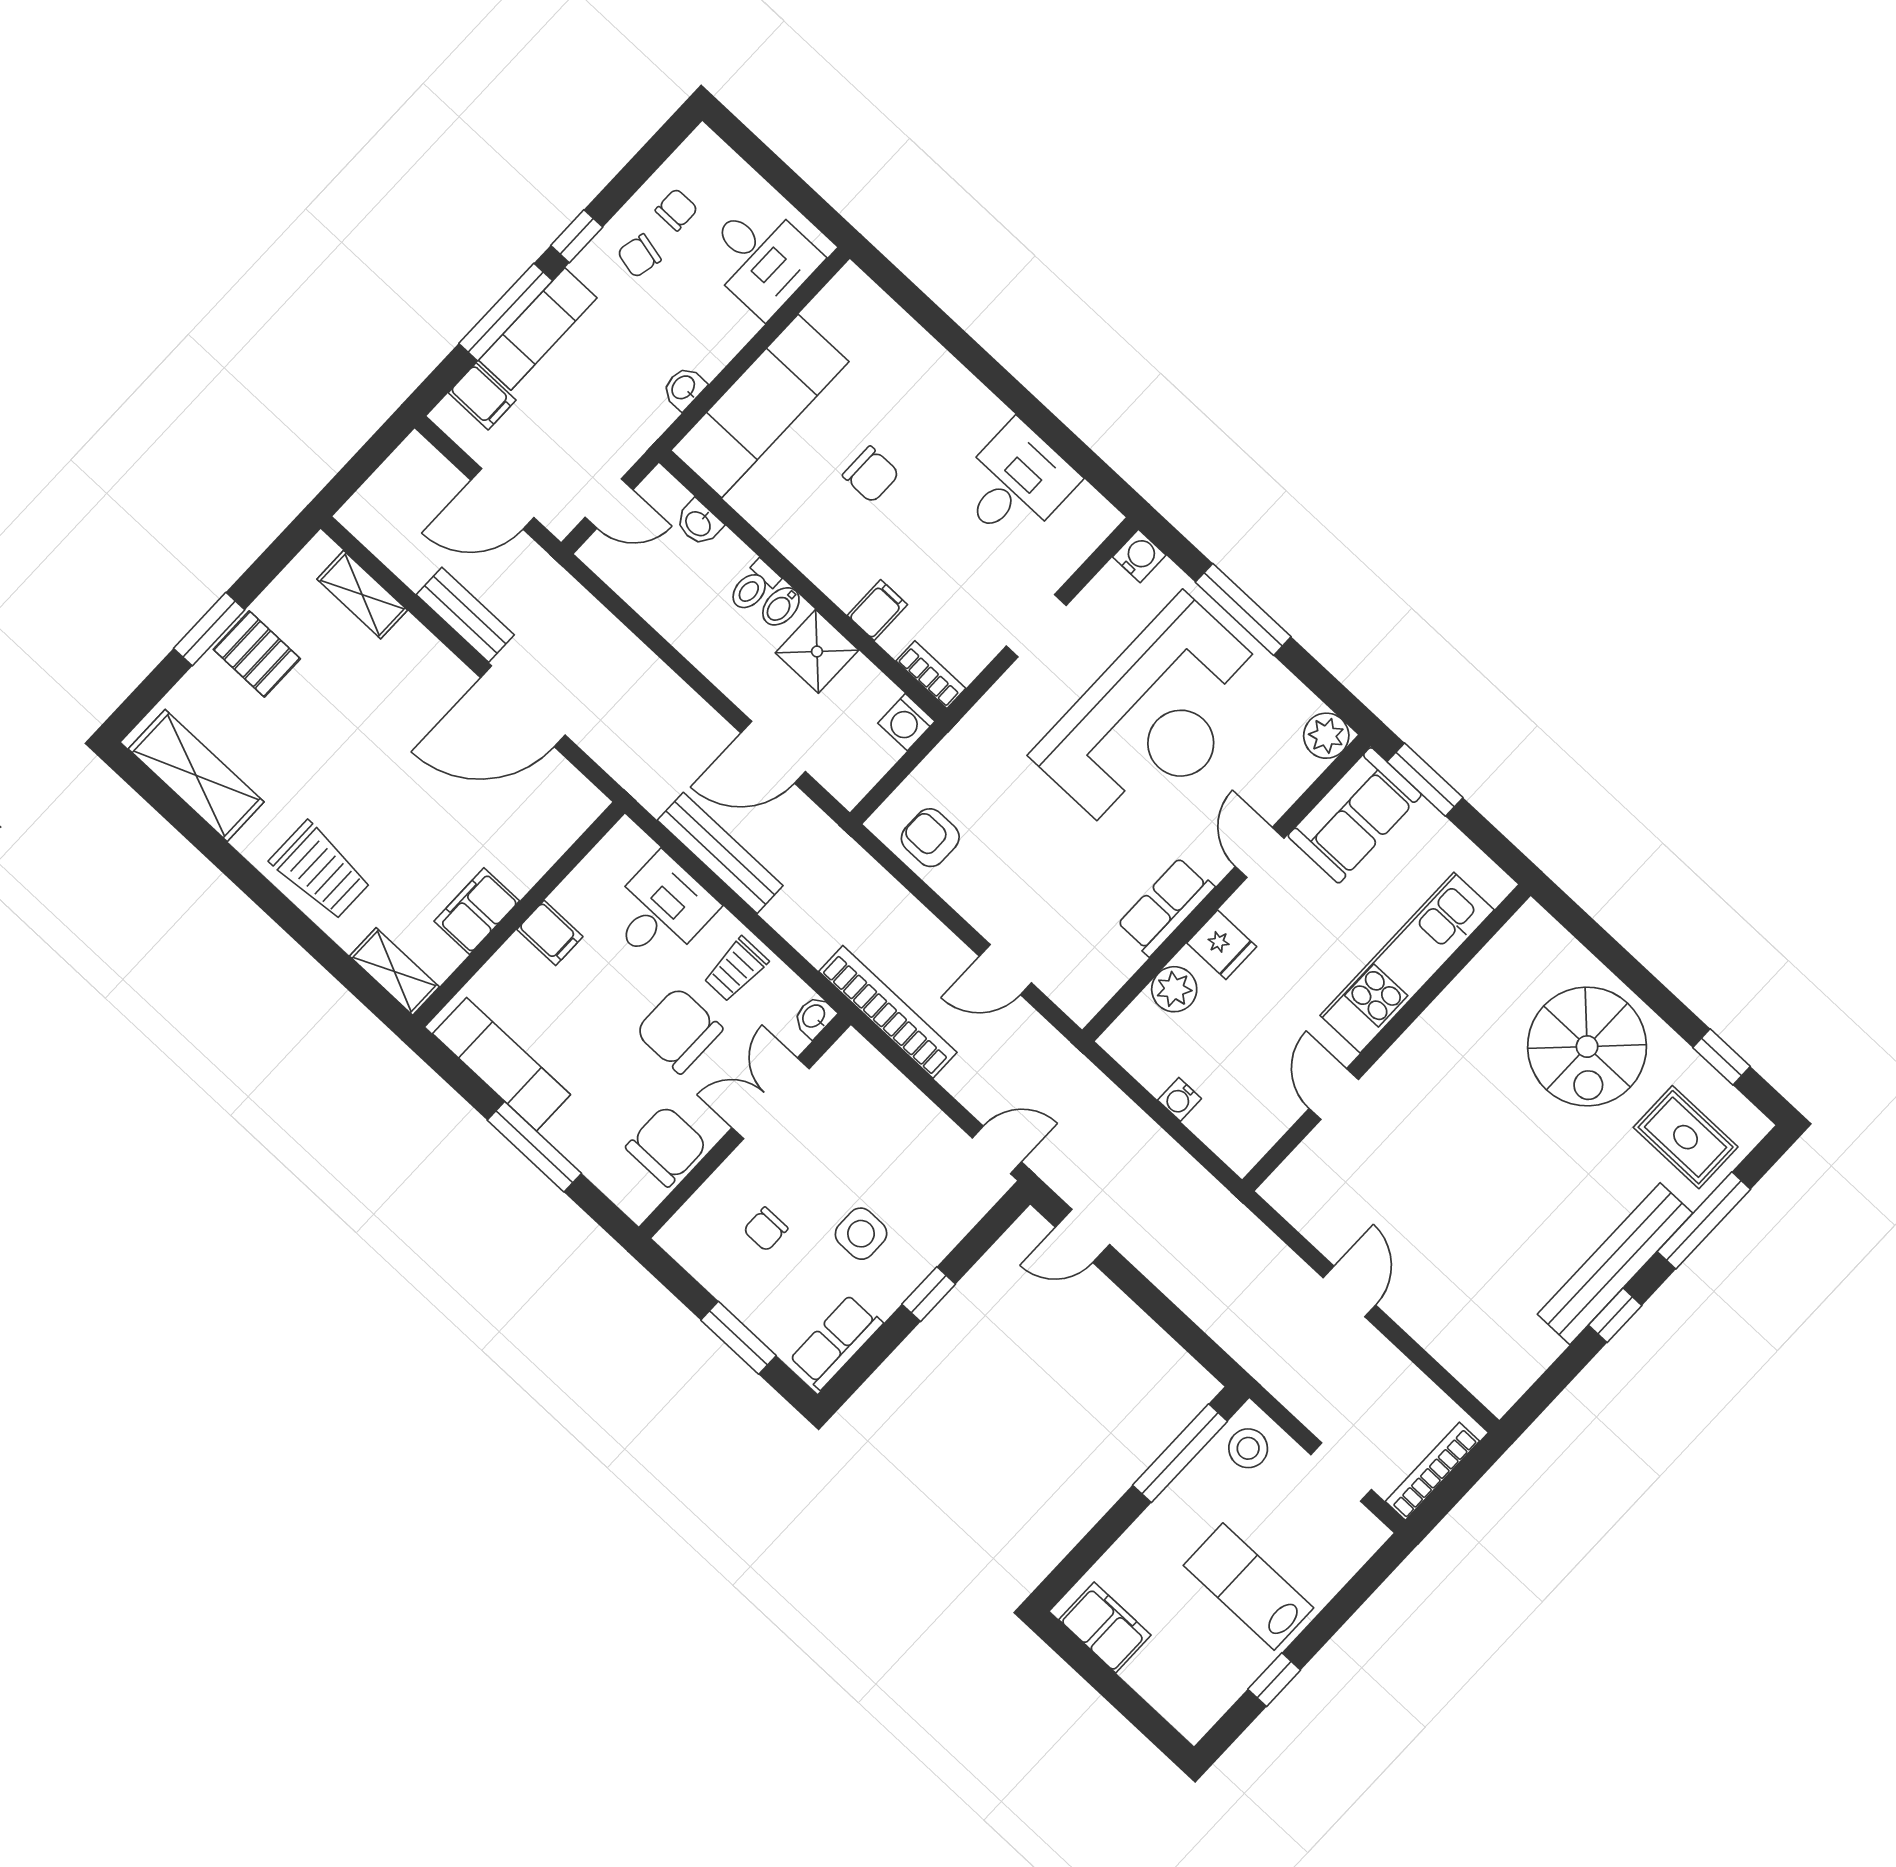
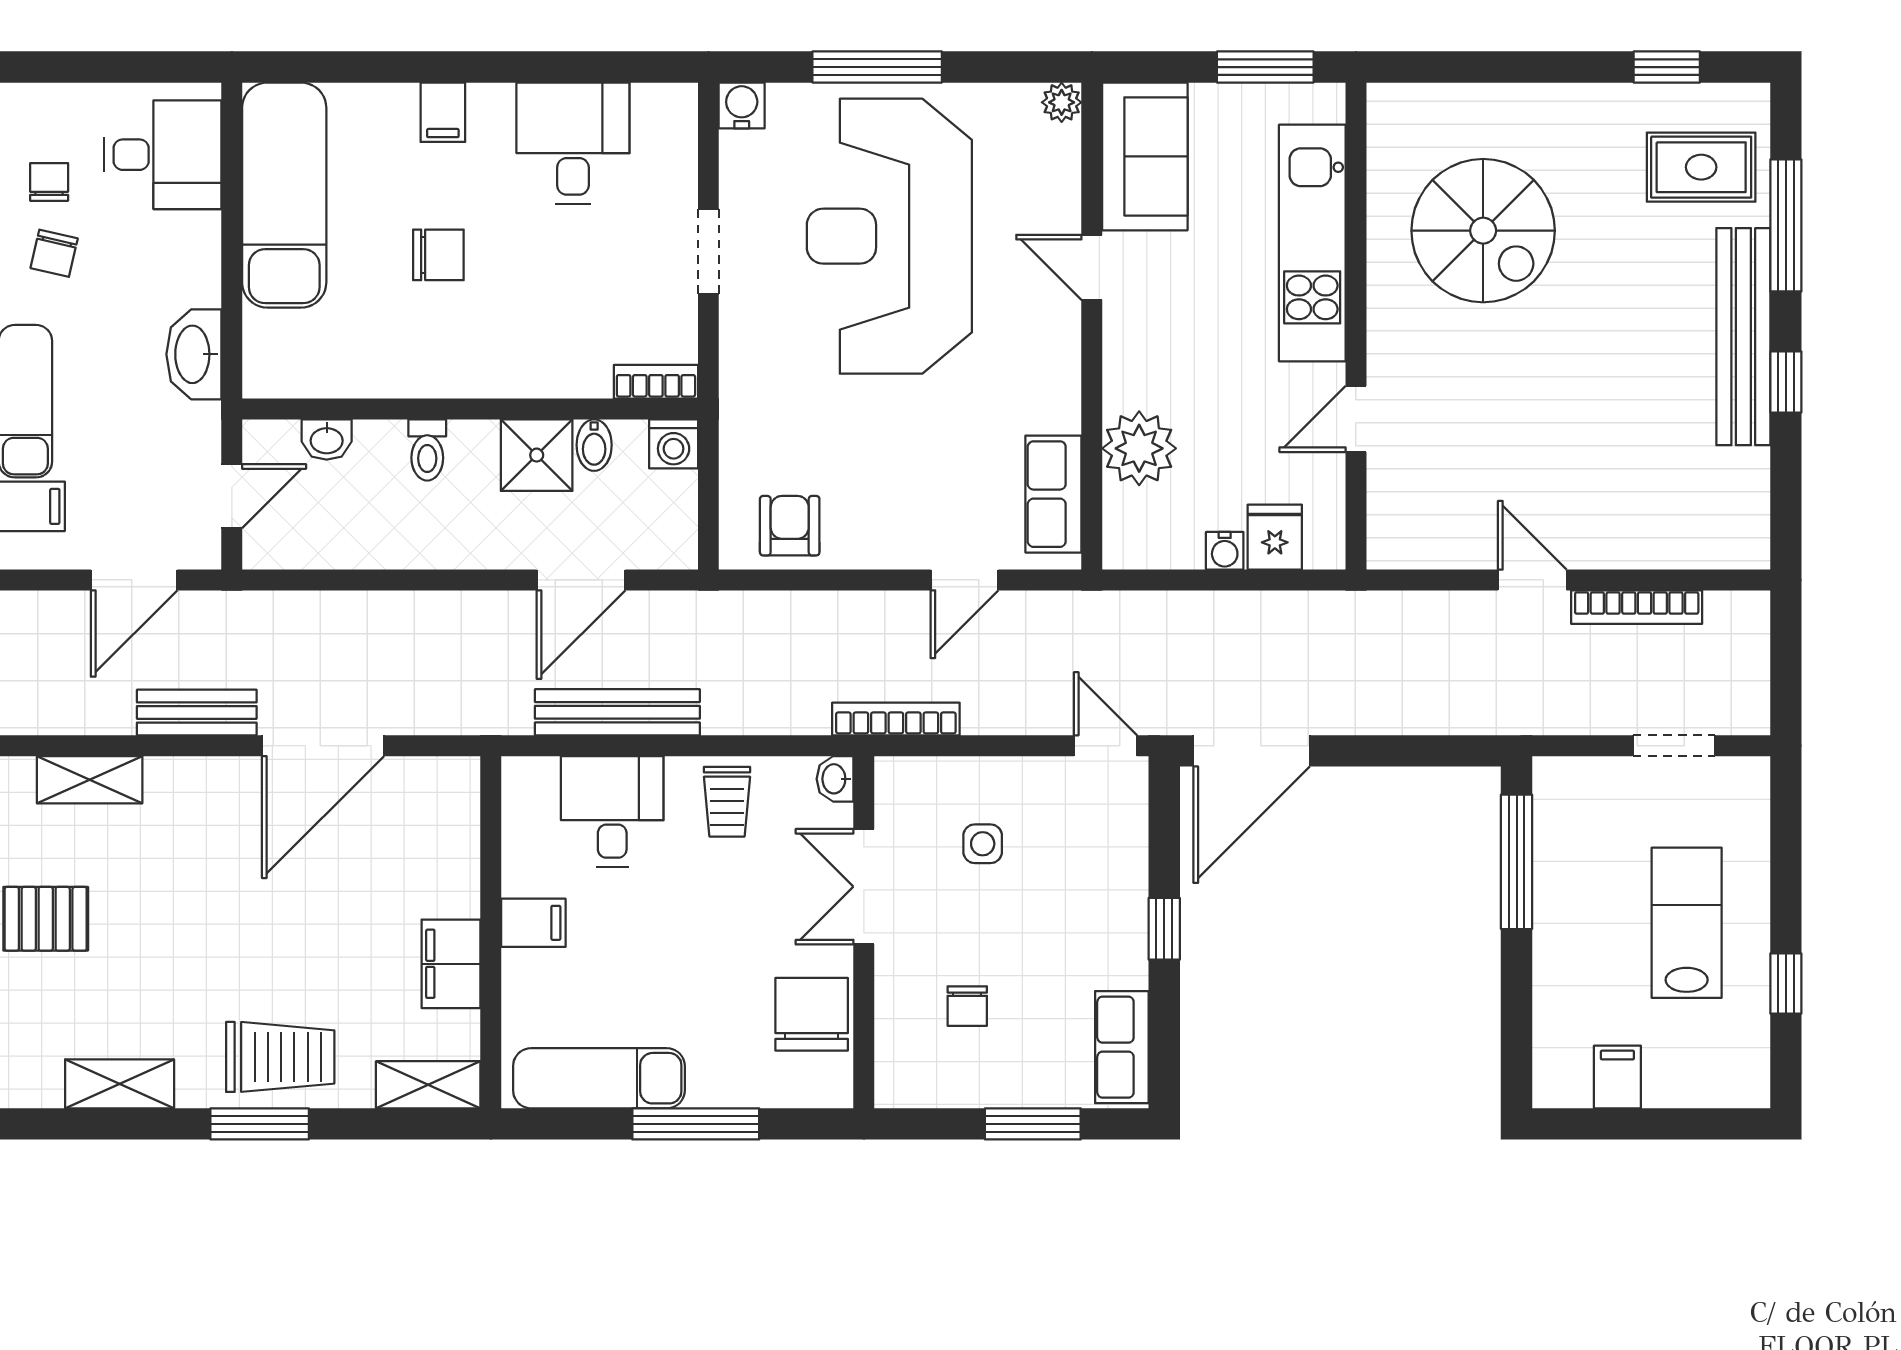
washbasin: (684, 388) -> (194, 354), width x1.91, depth x1.45
exam couch: (760, 406) -> (284, 195), moved
bidet: (781, 606) -> (594, 445), moved
filing cabinet: (877, 610) -> (443, 112), moved, turned 180
reception desk: (1155, 719) -> (889, 236), turned 180
plant: (1326, 736) -> (1062, 102), width x0.73, depth x0.73
shelving: (196, 775) -> (120, 1084), width x0.67, depth x0.75
window: (1425, 780) -> (1265, 67), moved
armchair: (930, 838) -> (790, 526), turned 90
window: (270, 899) -> (260, 1124), added
row of seats: (1165, 906) -> (1053, 494), moved
fridge: (1222, 945) -> (1275, 537), moved, turned -90
plant: (1174, 989) -> (1139, 448), width x1.36, depth x1.36
bookcase: (888, 1012) -> (896, 719), width x0.68, depth x0.76
chair: (679, 1030) -> (727, 902), removed
spiral stairs: (1587, 1047) -> (1483, 231), moved
door: (1334, 1094) -> (1356, 419), hinge flipped
door: (997, 1150) -> (1105, 746), hinge flipped
side table: (861, 1234) -> (983, 844), moved, width x0.73, depth x0.73
door: (1082, 1236) -> (1252, 751), width x1.88
stool: (1248, 1448) -> (1572, 801), removed
bookcase: (1432, 1471) -> (1637, 607), moved, turned -90
lab bench: (1248, 1587) -> (1687, 923), turned 90
filing cabinet: (1105, 1627) -> (1617, 1077), width x0.50

